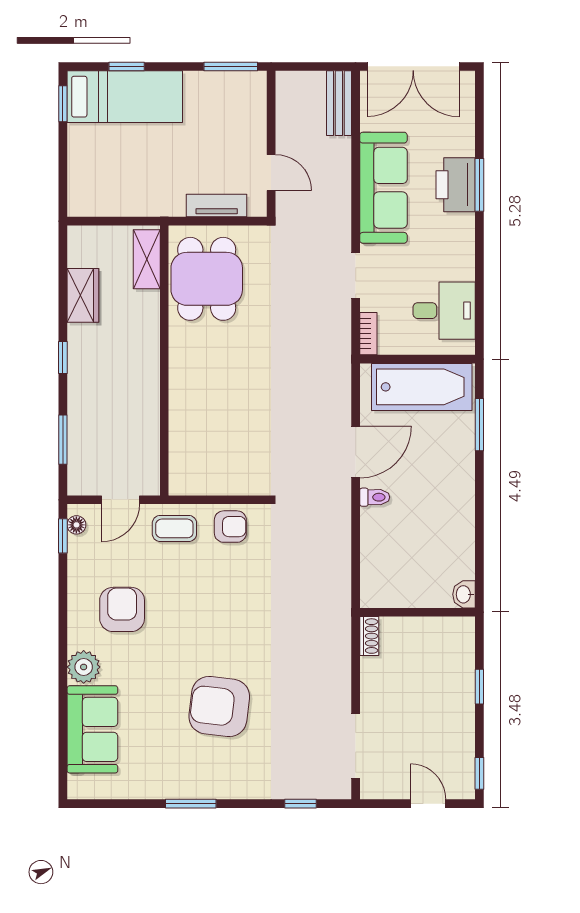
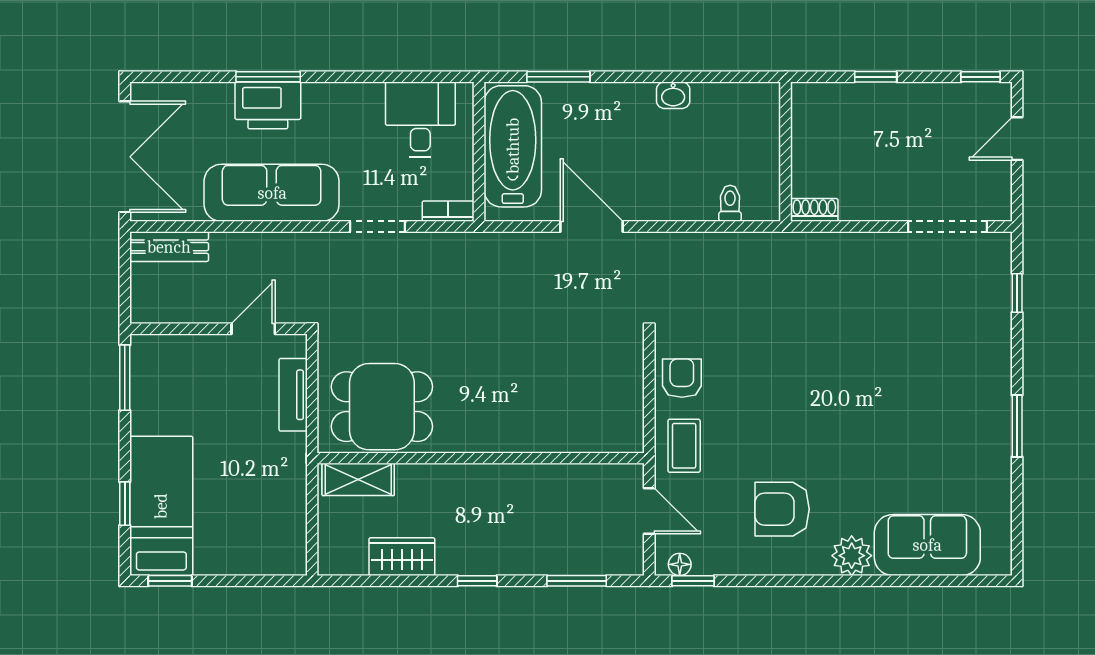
toilet: (375, 497) -> (730, 203), moved
washbasin: (464, 594) -> (673, 95), moved
armchair: (219, 707) -> (900, 392), removed

